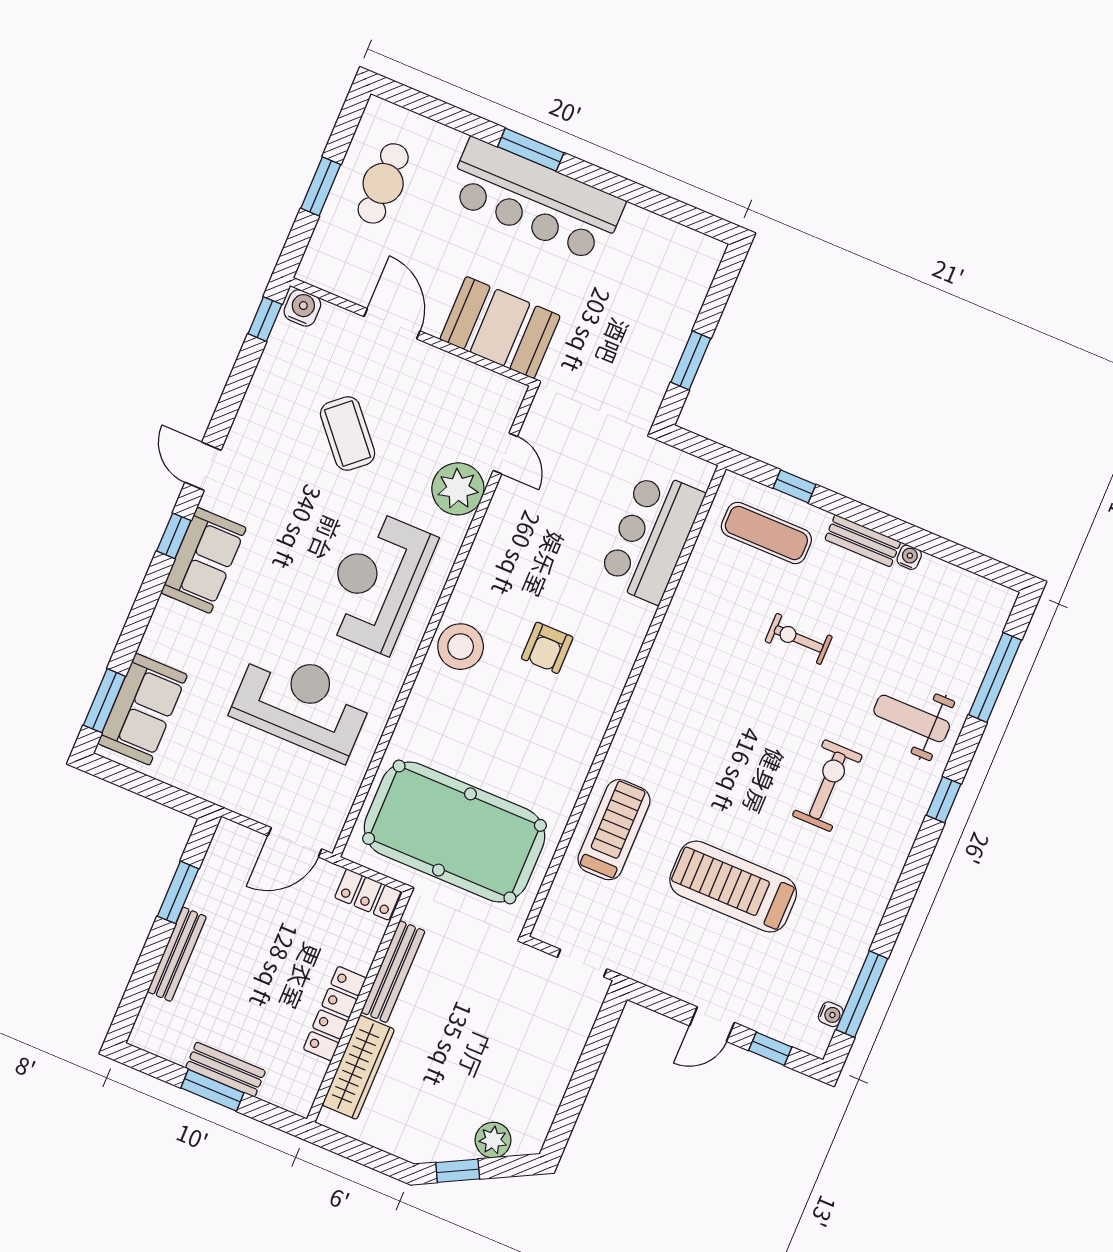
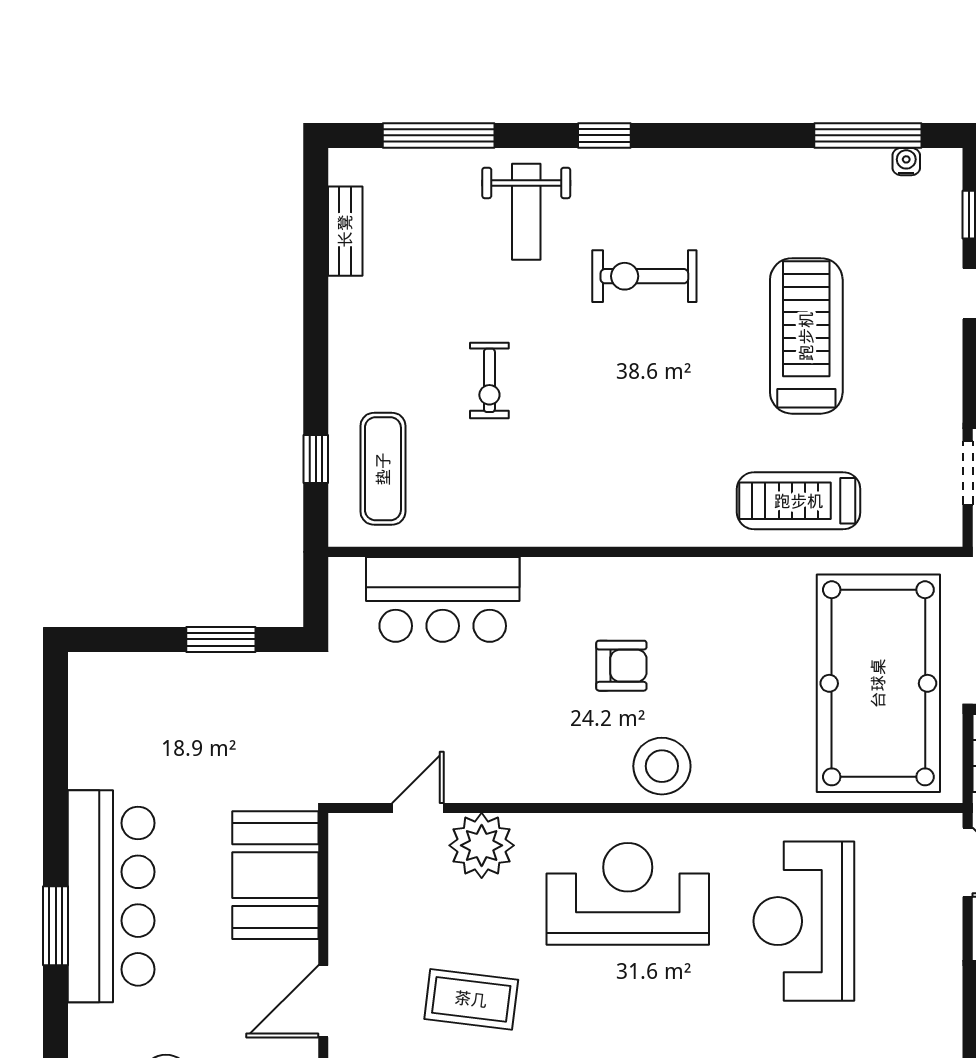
coffee table: (348, 434) -> (471, 999), turned 48
bench: (863, 541) -> (345, 231), moved
water cooler: (909, 557) -> (342, 293), removed
reception desk: (377, 582) -> (628, 894), turned 180
treadmill: (733, 887) -> (806, 336), turned 180

